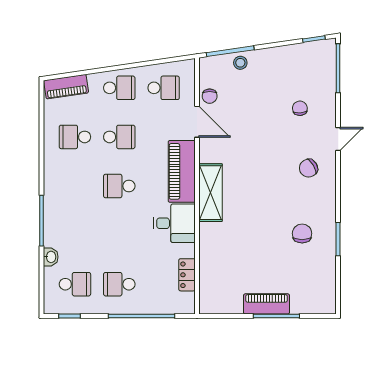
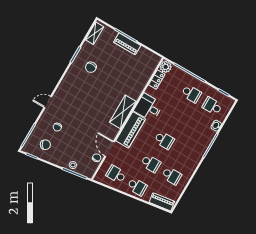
school desk: (119, 88) -> (137, 187), turned 180
school desk: (119, 137) -> (151, 163), turned 180
chair: (309, 168) -> (45, 145), moved
shelving: (328, 291) -> (95, 33), added
plant: (185, 303) -> (166, 67), added

